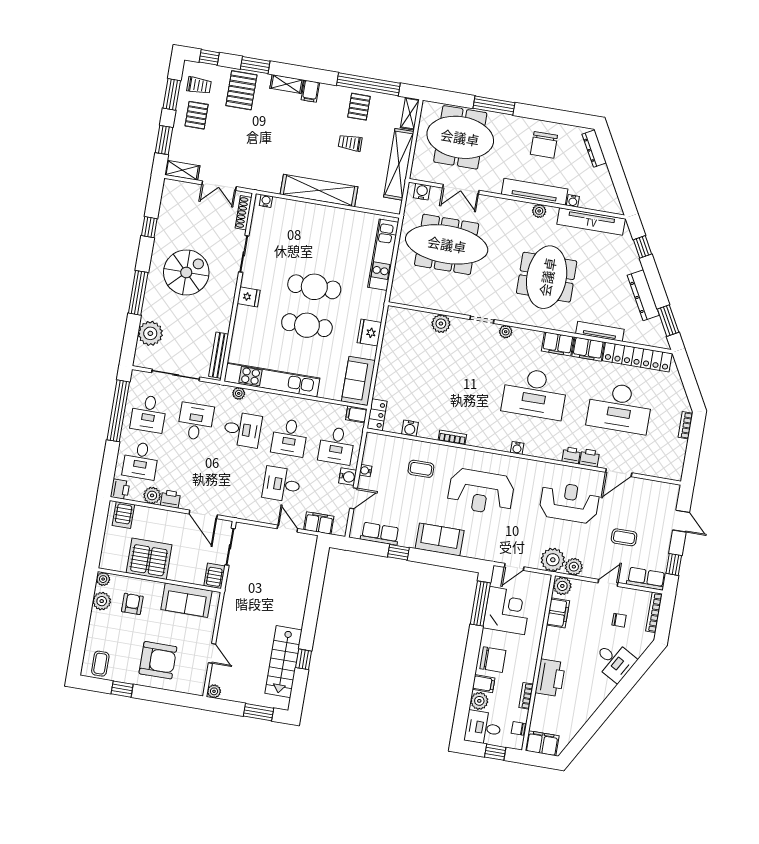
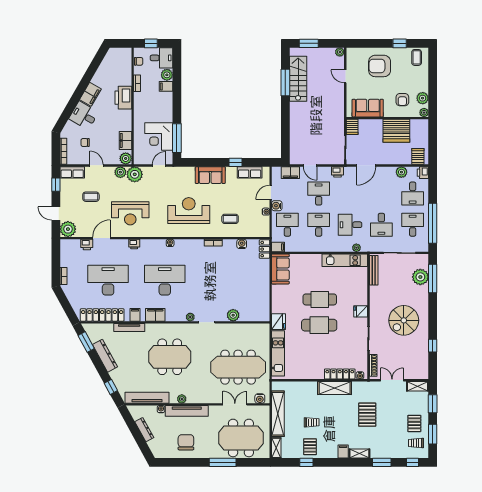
window: (368, 84) -> (306, 462), width x0.32
pallet: (241, 90) -> (367, 415), moved
dresser: (594, 149) -> (144, 430), moved
shelving: (319, 191) -> (335, 388), width x0.68
locker: (296, 208) -> (340, 374), added
meeting table: (547, 277) -> (170, 357), turned 90
window: (138, 293) -> (433, 279), moved
fridge: (369, 333) -> (278, 322), moved
filing cabinet: (588, 349) -> (135, 315), width x0.50
kitchen unit: (272, 380) -> (345, 260), width x0.73
printer: (590, 458) -> (87, 244), moved
desk: (141, 460) -> (413, 194), turned 180
desk: (282, 484) -> (319, 194), turned -90
plant: (667, 495) -> (68, 229), added
printer: (170, 499) -> (337, 172), moved
door: (203, 514) -> (366, 165), swing flipped
door: (608, 583) -> (96, 165), swing flipped
window: (304, 659) -> (285, 83), width x2.17
chair: (493, 660) -> (163, 103), removed
filing cabinet: (542, 743) -> (90, 94), moved, turned -60

